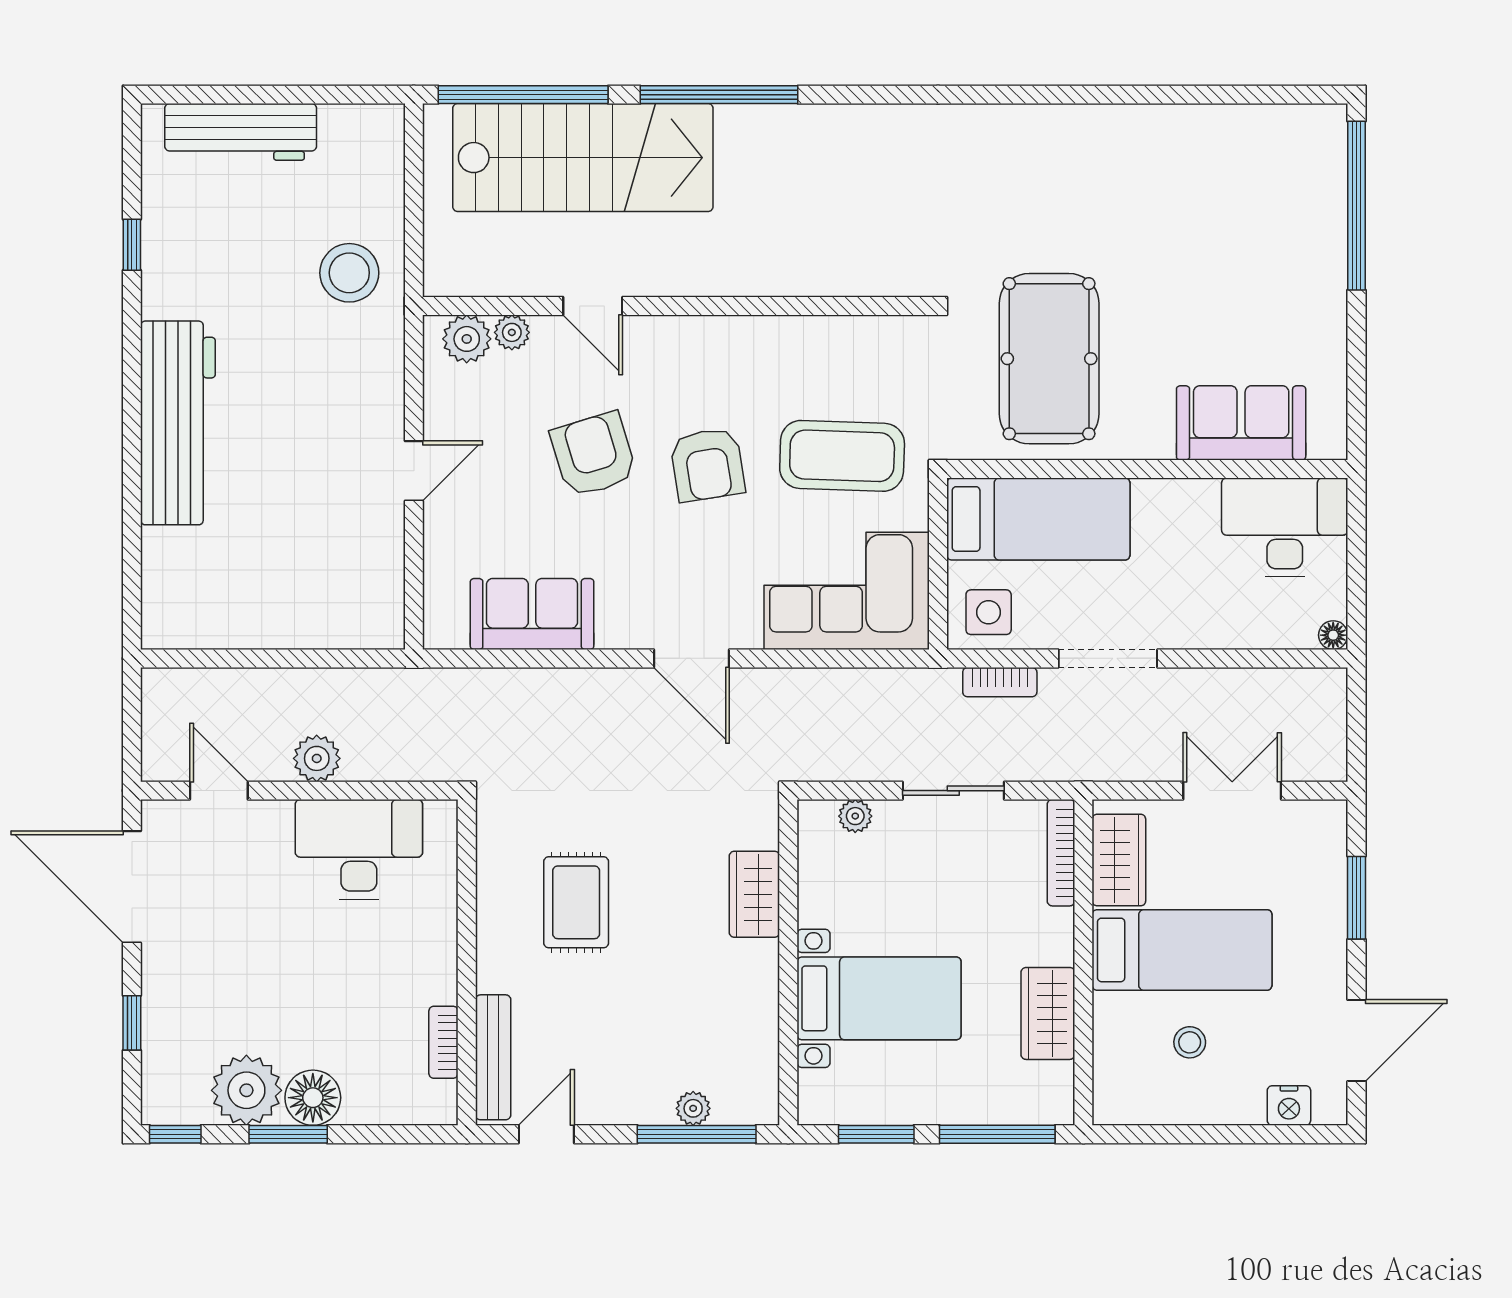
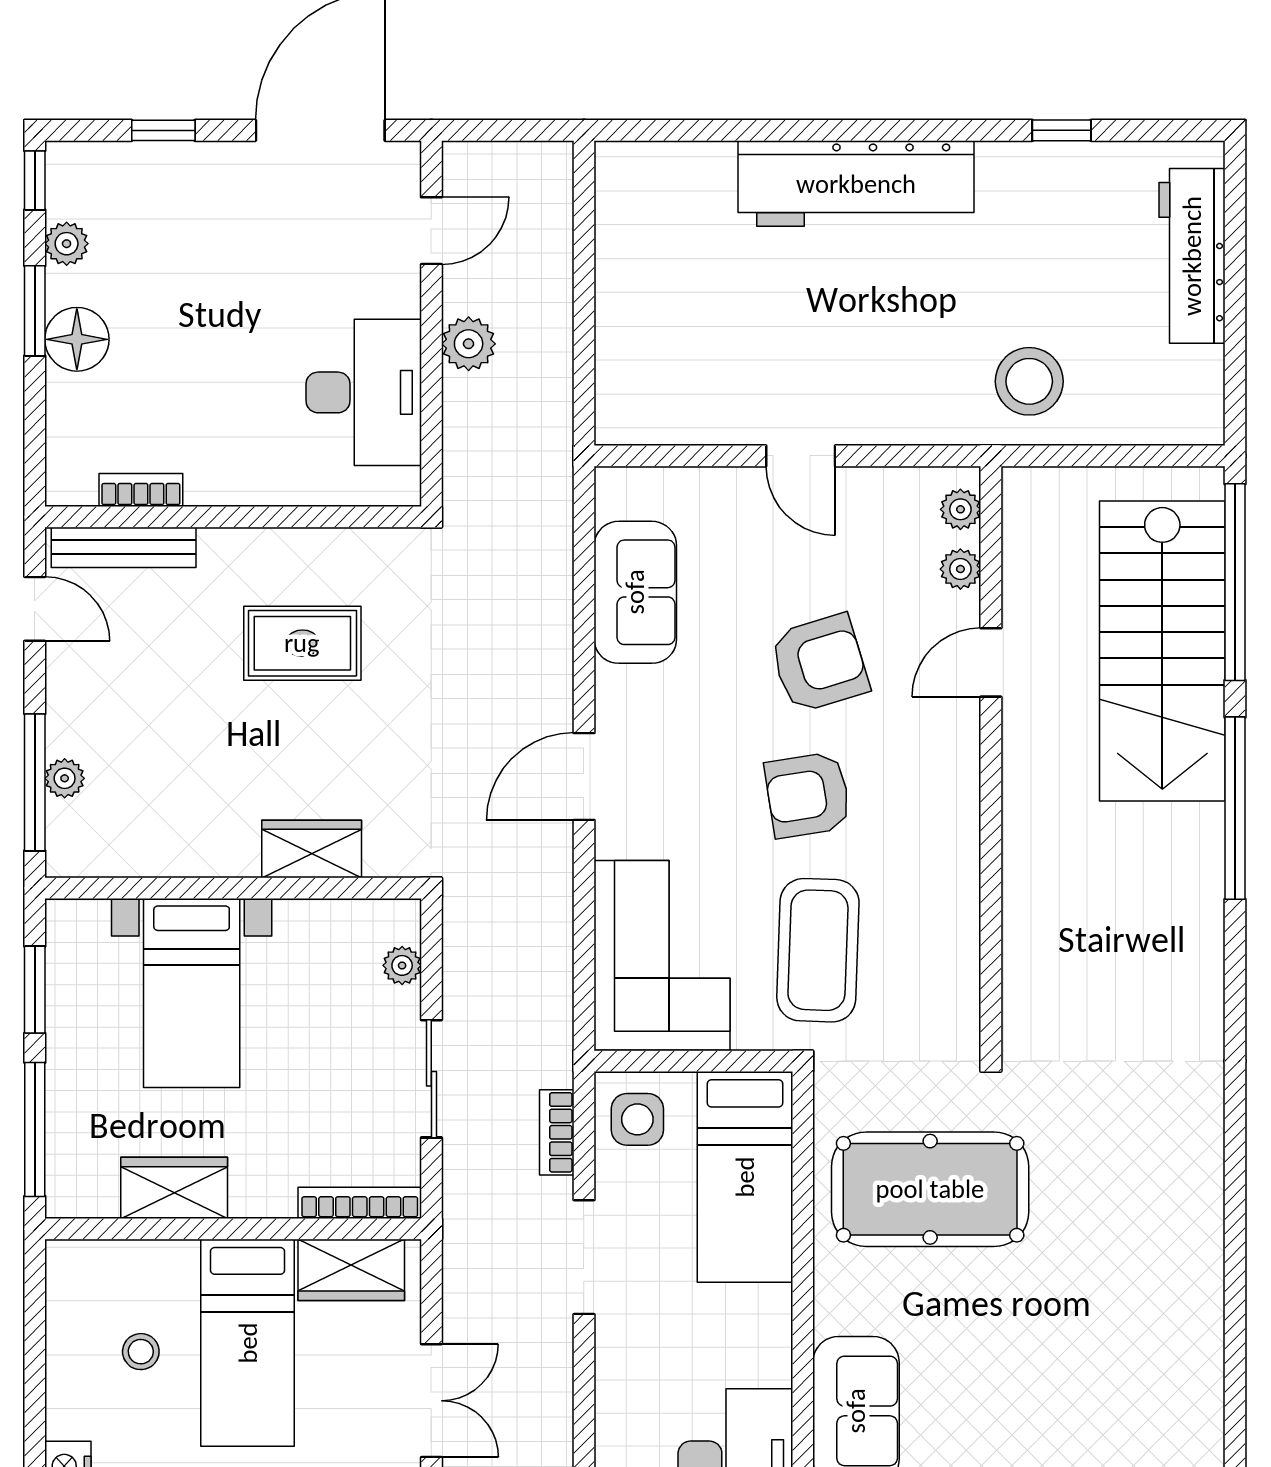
plant: (467, 339) -> (960, 509), width x0.73, depth x0.73
plant: (246, 1090) -> (67, 244), width x0.53, depth x0.53

